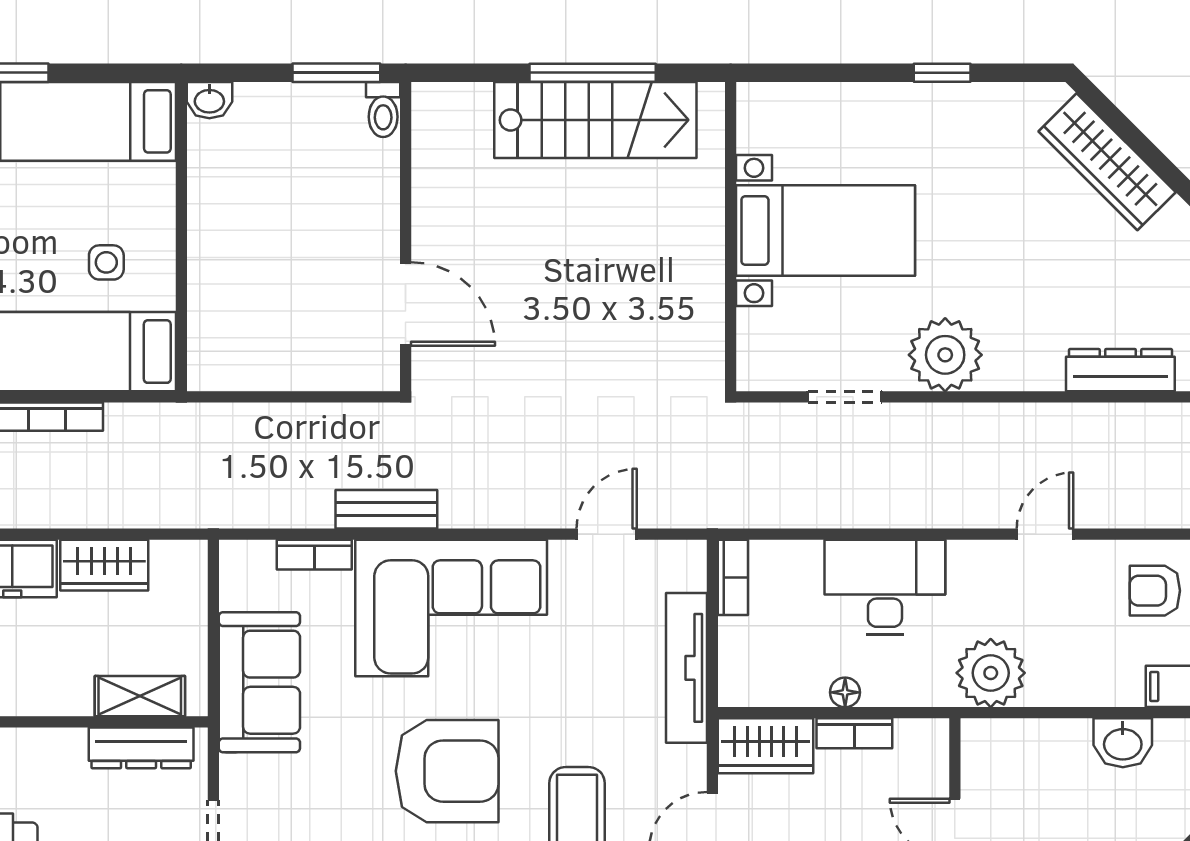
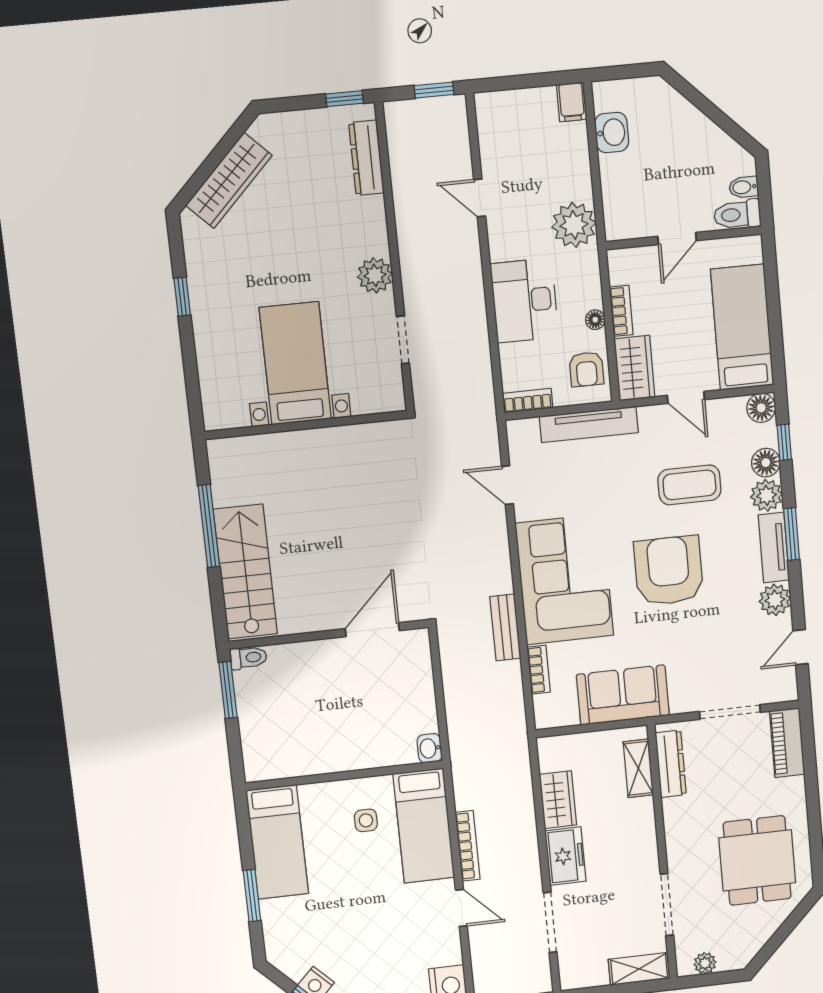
washbasin: (209, 100) -> (430, 748), moved, turned 180
stairs: (595, 120) -> (245, 572), moved
plant: (945, 355) -> (375, 275), width x0.73, depth x0.73
armchair: (1155, 591) -> (586, 369), moved

